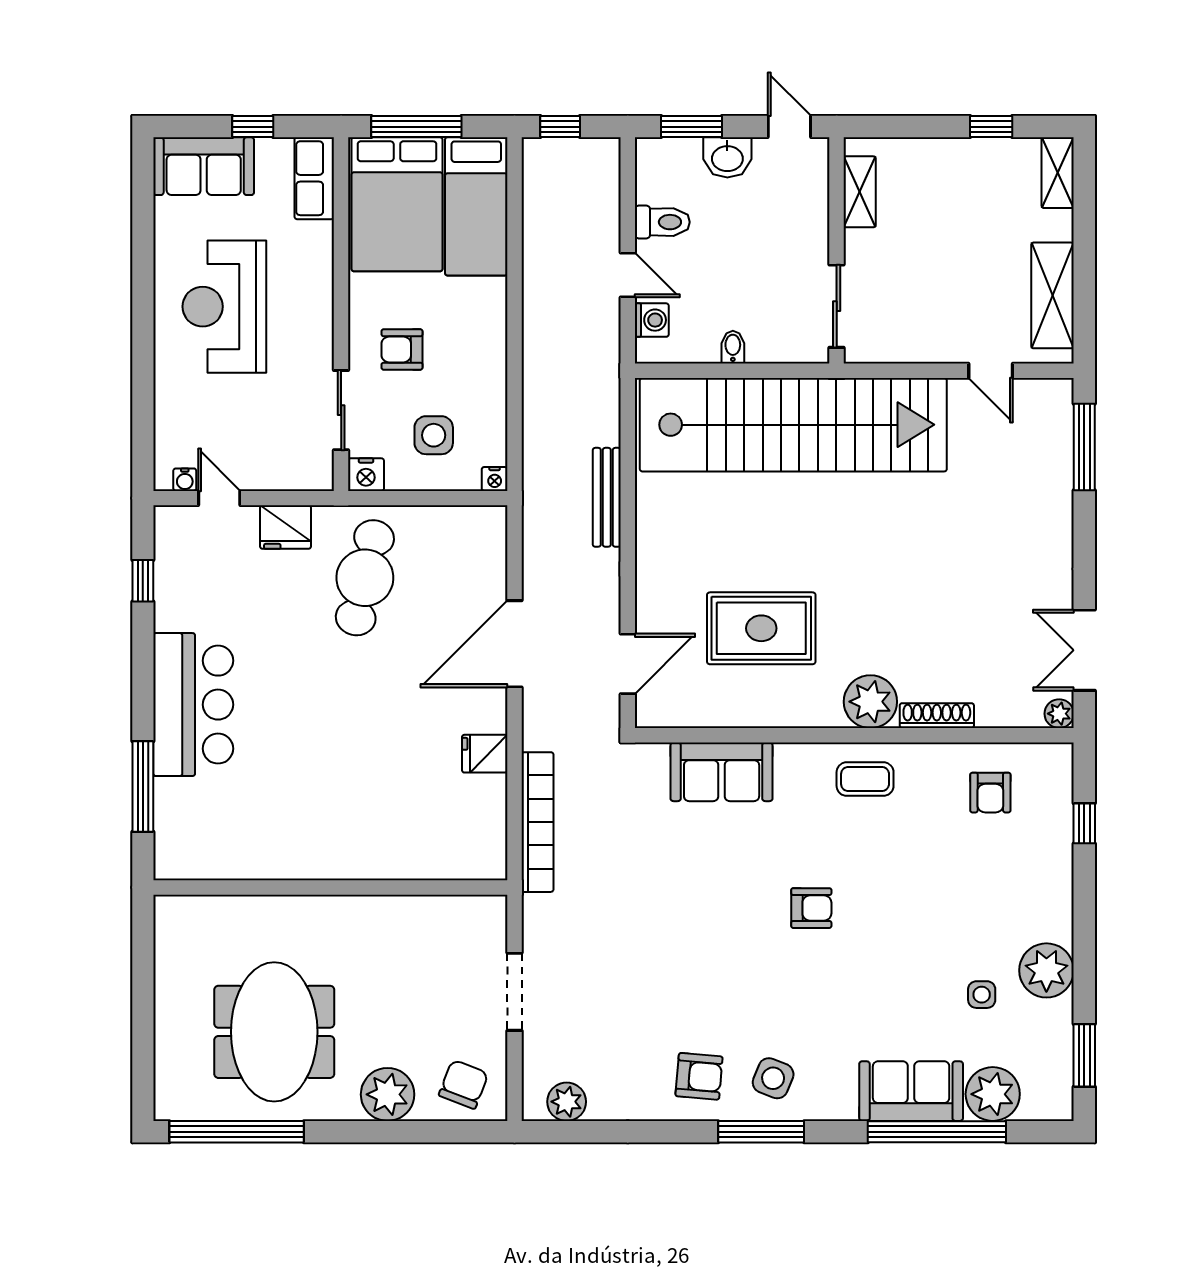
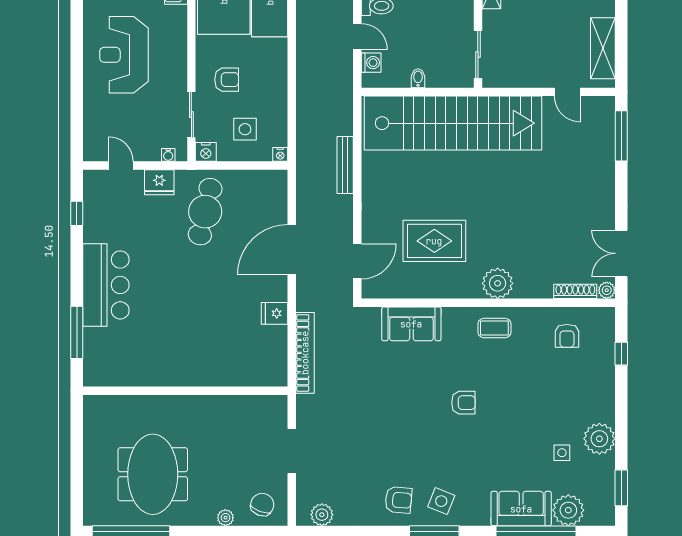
armchair: (402, 349) -> (227, 80), turned 180
water cooler: (185, 480) -> (168, 155), moved
shoe rack: (937, 716) -> (575, 291), moved
plant: (388, 1094) -> (225, 518), width x0.53, depth x0.53

